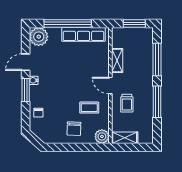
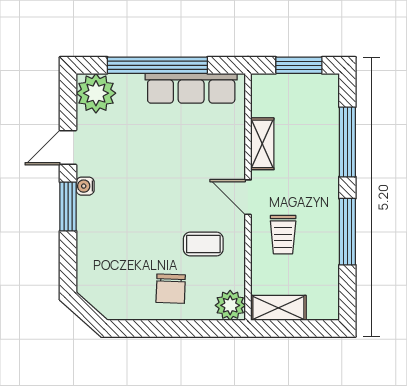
chair: (38, 113) -> (95, 255), removed

